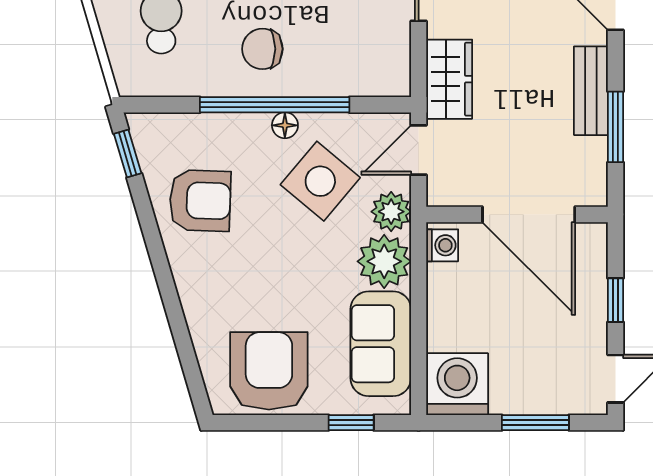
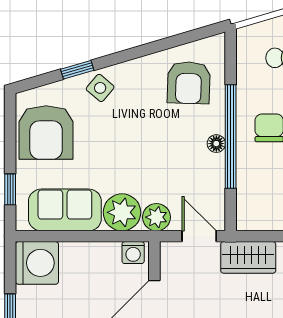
window: (128, 154) -> (77, 70), moved
side table: (320, 181) -> (100, 88), moved, width x0.54, depth x0.54
armchair: (200, 201) -> (189, 83), moved
armchair: (269, 371) -> (46, 132), turned 90

